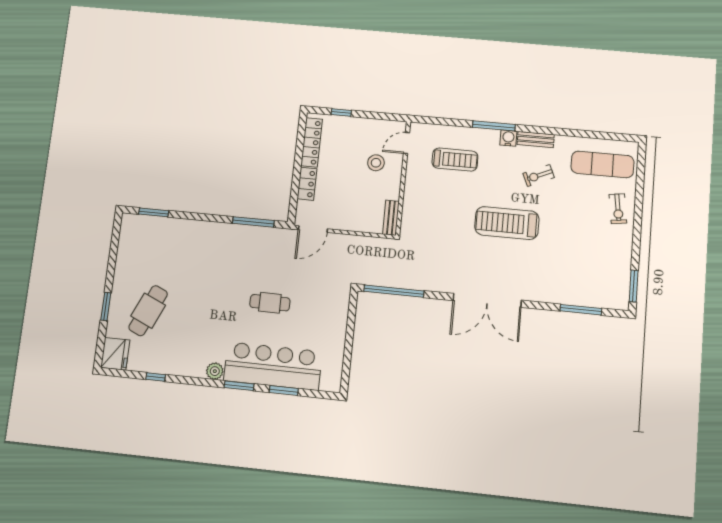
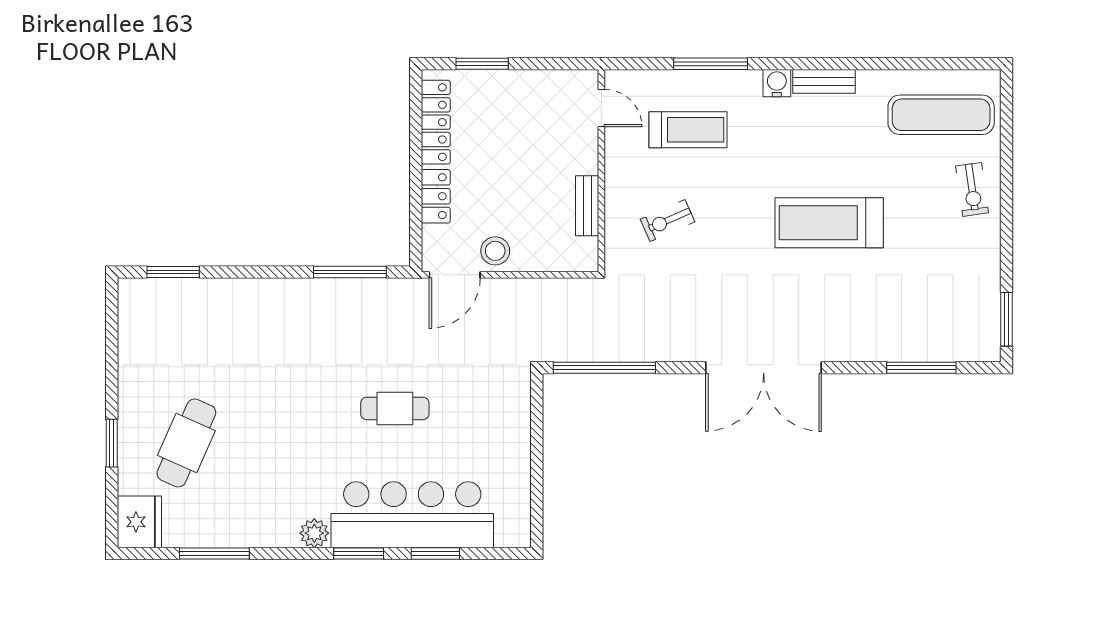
window: (341, 113) -> (482, 64), width x1.50
window: (494, 126) -> (711, 64), moved
door: (406, 143) -> (601, 108), swing flipped
stool: (376, 163) -> (495, 251), moved
exercise bike: (539, 176) -> (667, 221), moved
bench: (391, 218) -> (587, 206), moved
treadmill: (507, 223) -> (829, 223), moved
window: (156, 377) -> (214, 553), width x2.17

